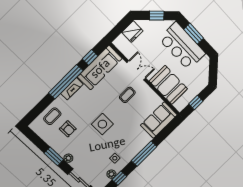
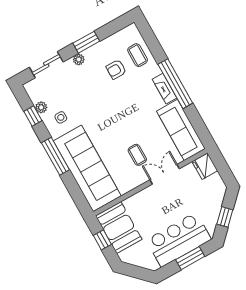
fridge: (132, 32) -> (205, 166), moved
window: (90, 57) -> (197, 122), removed
double door: (136, 70) -> (165, 174), swing flipped
booth: (168, 85) -> (119, 227), moved, turned 90
sofa: (159, 120) -> (87, 168), width x1.85, depth x1.27
side table: (102, 124) -> (109, 114), removed

